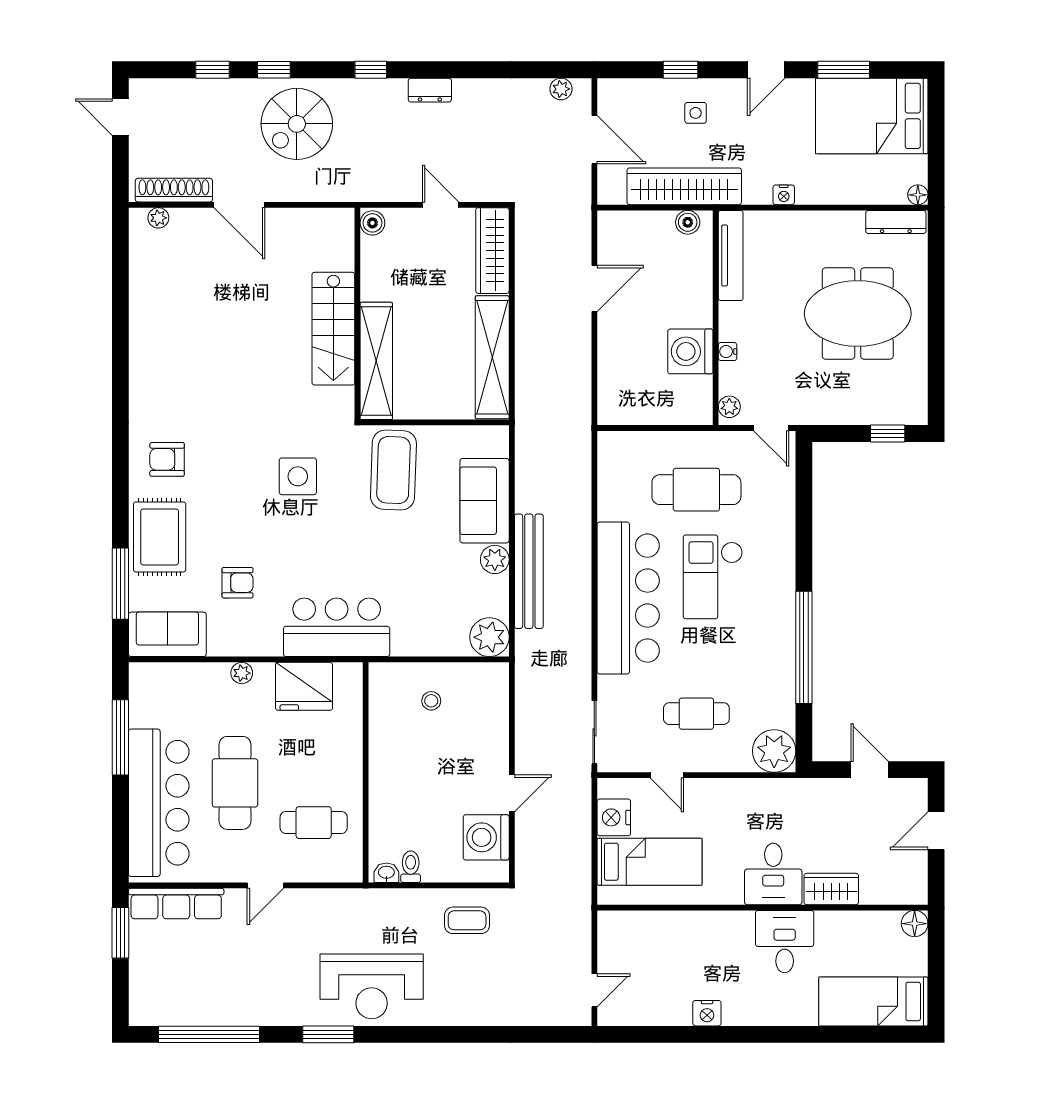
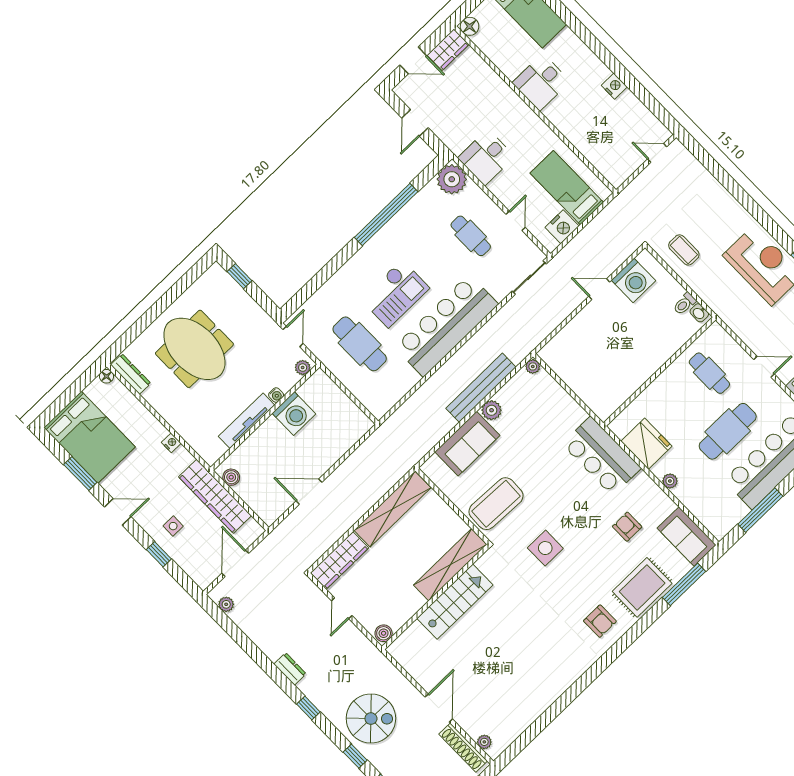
tv unit: (731, 255) -> (247, 421), moved
plant: (489, 637) -> (533, 366), width x0.53, depth x0.53
stool: (431, 701) -> (592, 374), removed
desk: (773, 874) -> (486, 157), moved, turned 180
wardrobe: (831, 889) -> (448, 50), moved, turned -90

